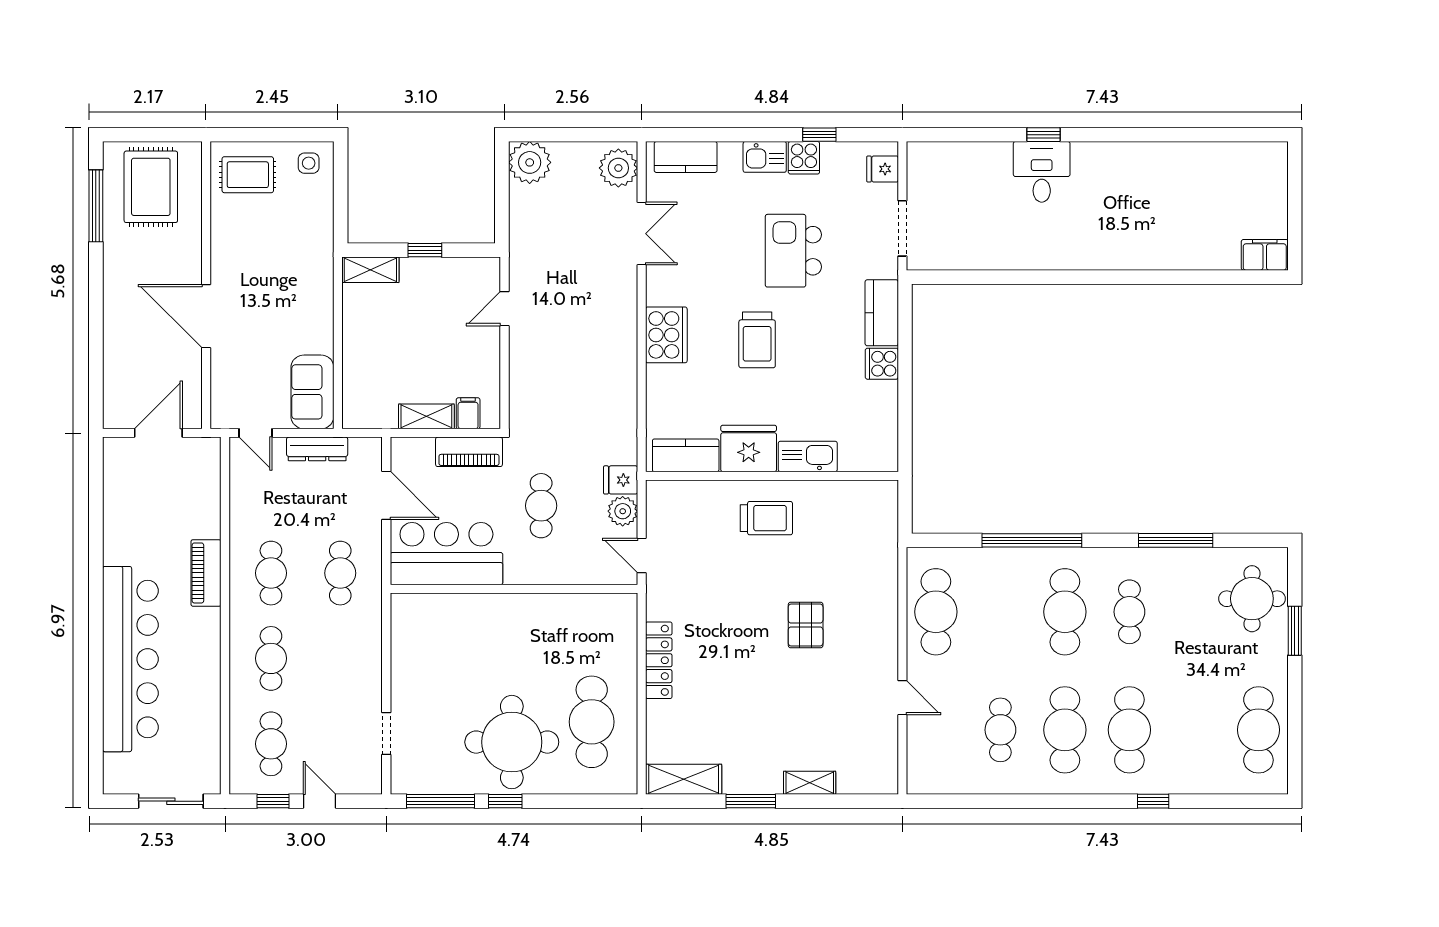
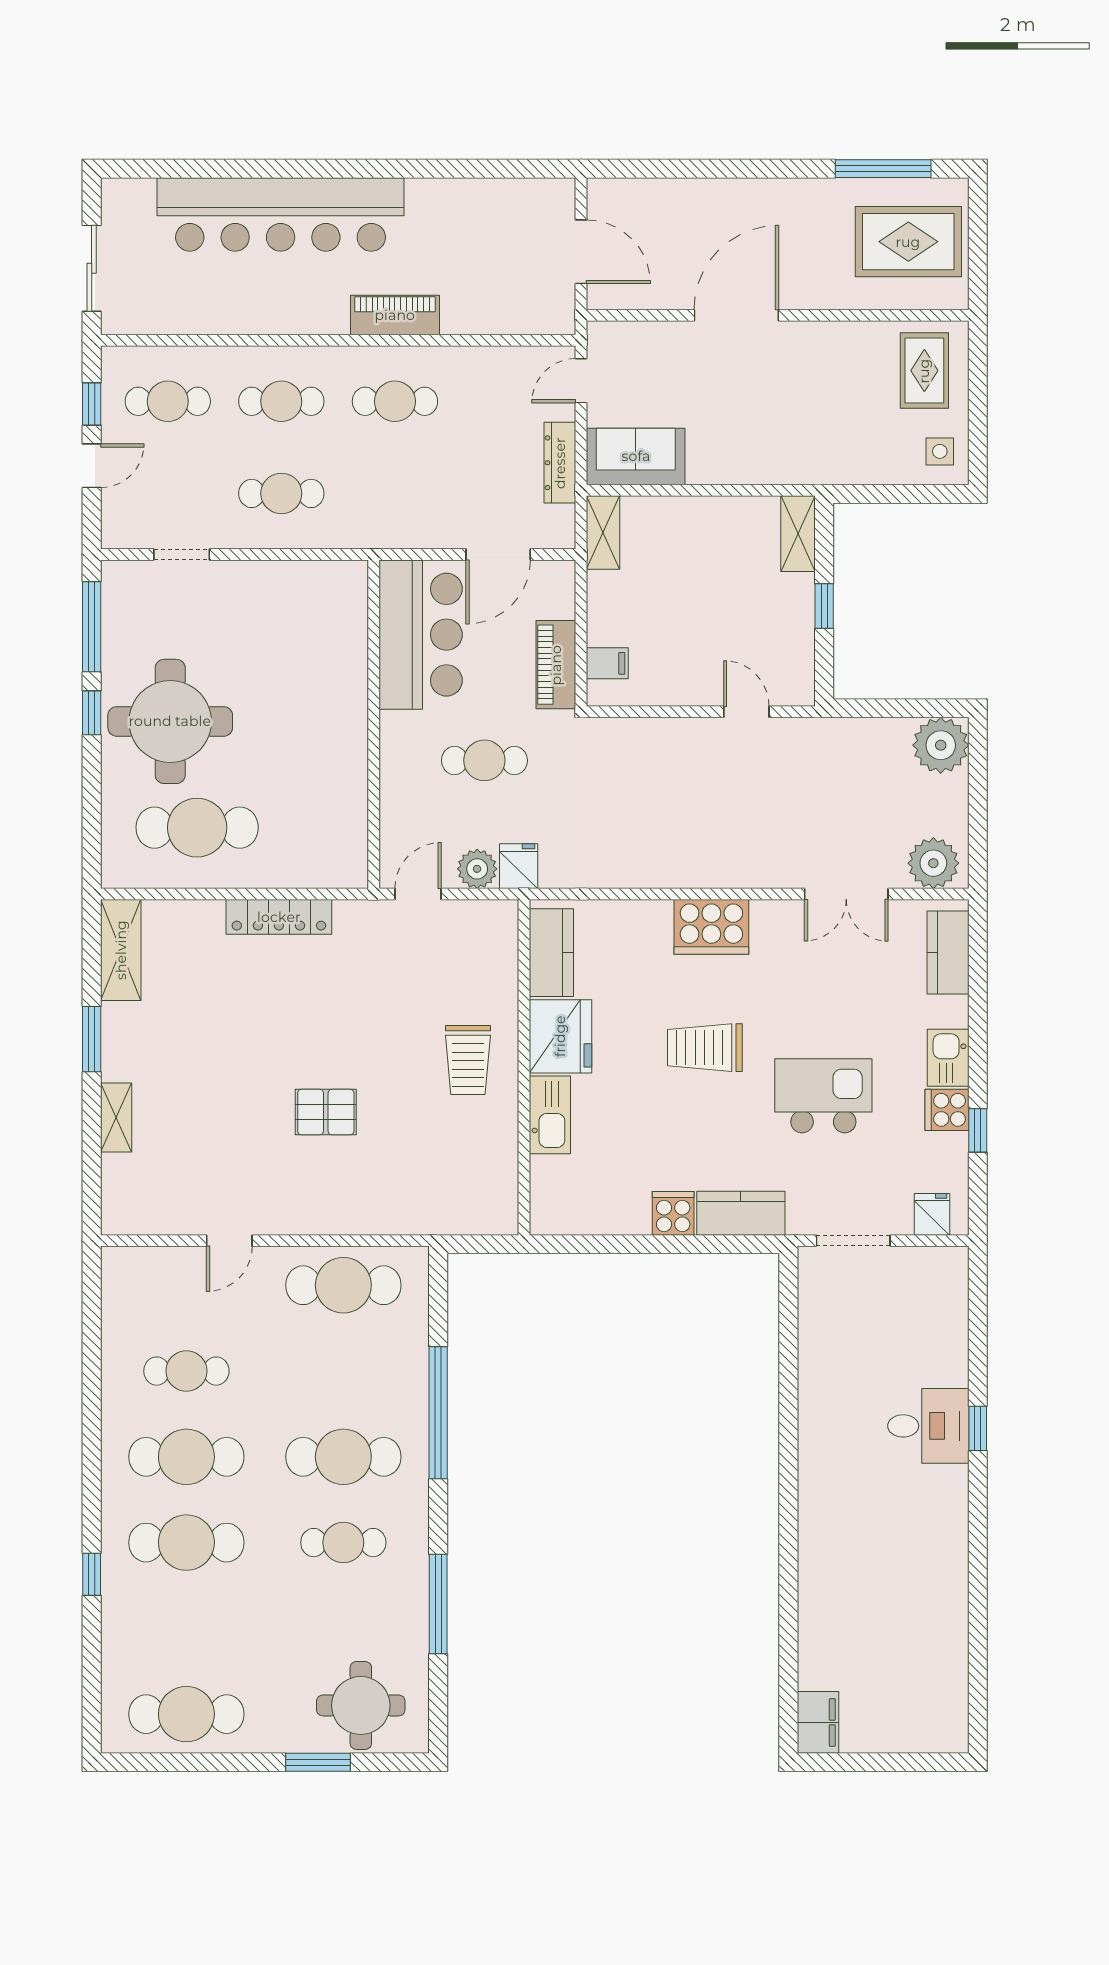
shelving: (426, 416) -> (603, 532), moved
cafe table: (340, 573) -> (281, 493), moved

